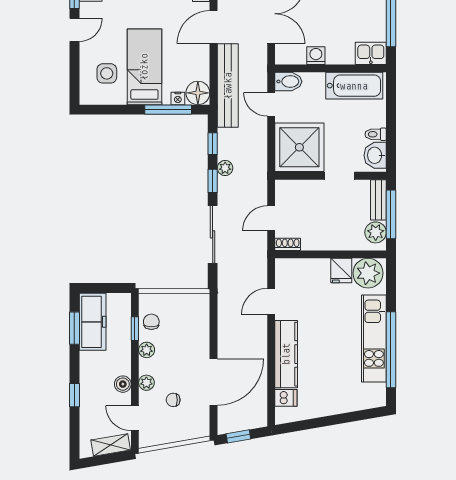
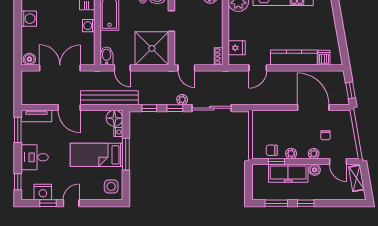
door: (74, 30) -> (71, 203), hinge flipped
washing machine: (316, 56) -> (89, 26), moved
side table: (107, 73) -> (111, 186), moved
door: (271, 104) -> (122, 68), hinge flipped
window: (168, 110) -> (126, 154), moved
plant: (225, 168) -> (182, 100), moved
door: (271, 218) -> (186, 68), moved
fridge: (341, 271) -> (237, 48), moved
door: (271, 301) -> (258, 68), hinge flipped
freezer: (93, 322) -> (288, 173), moved, turned 180
window: (74, 395) -> (306, 203), moved
door: (135, 418) -> (338, 162), hinge flipped

